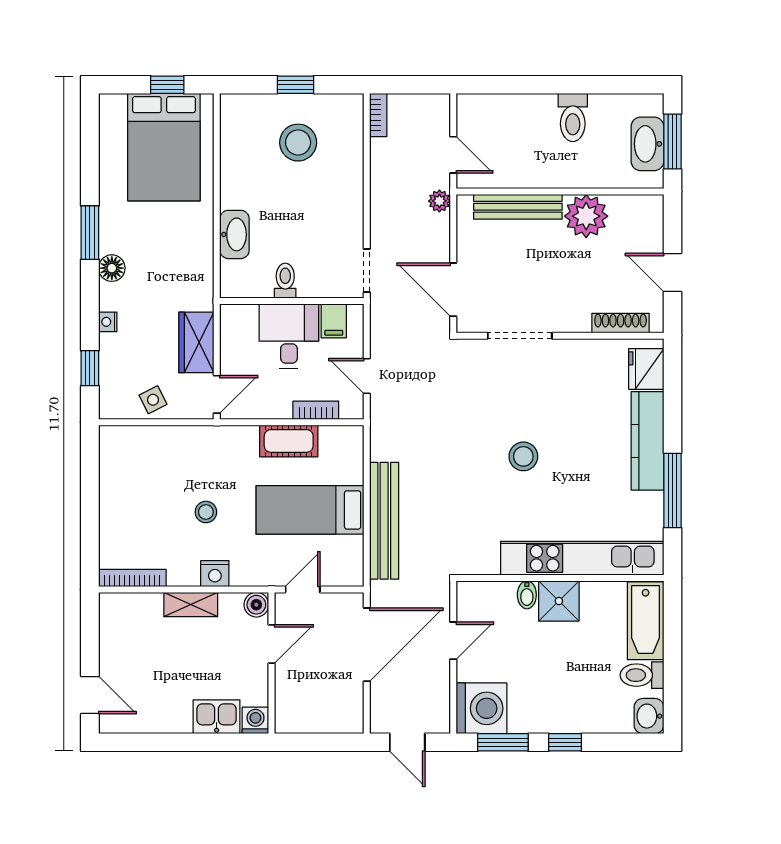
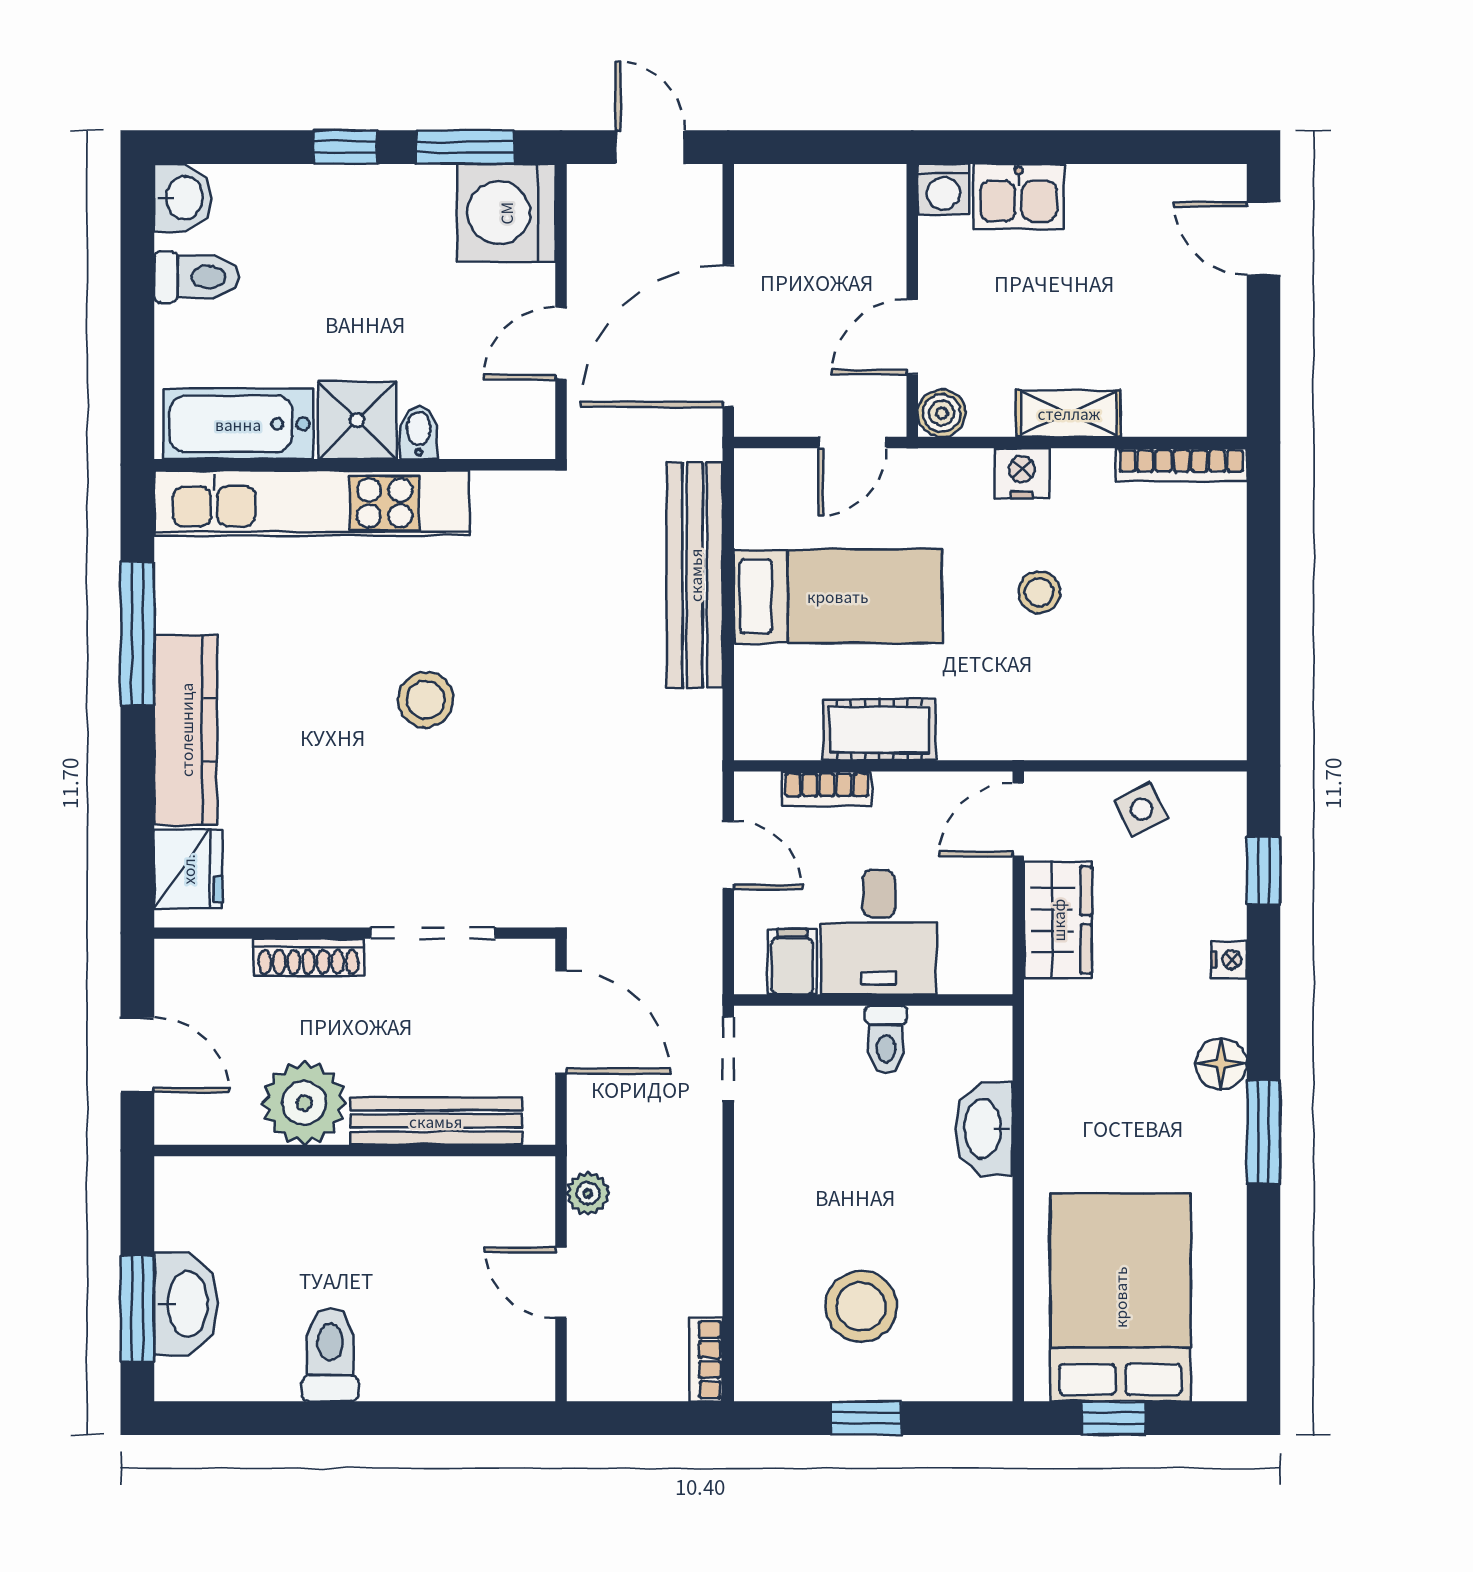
wall: (560, 191) -> (355, 1151), moved
bench: (518, 207) -> (436, 1121), moved
plant: (586, 216) -> (304, 1103), moved
shoe rack: (621, 323) -> (308, 957), moved
bathtub: (646, 621) -> (238, 424), moved, turned -90

